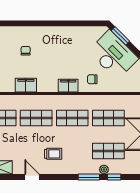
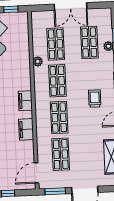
chair: (92, 79) -> (17, 62), removed
filing cabinet: (68, 86) -> (25, 101), moved
plant: (92, 100) -> (38, 61), added

